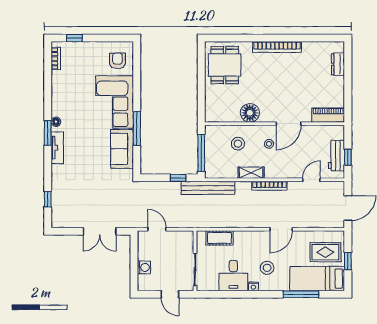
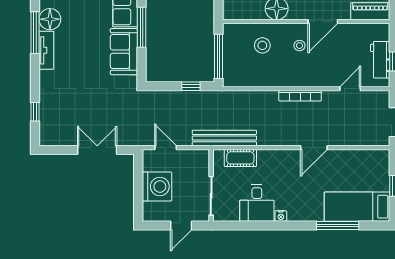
floor lamp: (56, 122) -> (50, 19), width x1.89, depth x1.89
window: (48, 133) -> (35, 33), width x1.44
shelving: (251, 173) -> (278, 80), removed
bench: (208, 188) -> (224, 138), moved
double door: (100, 231) -> (97, 150), swing flipped
rug: (325, 252) -> (367, 175), removed
washing machine: (144, 267) -> (157, 186), width x1.89, depth x1.89
stool: (267, 268) -> (297, 194), removed
door: (170, 294) -> (181, 225), hinge flipped

